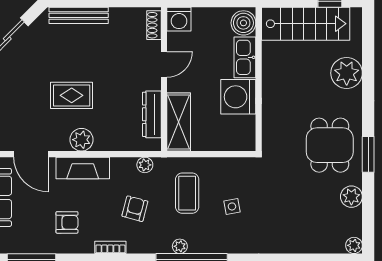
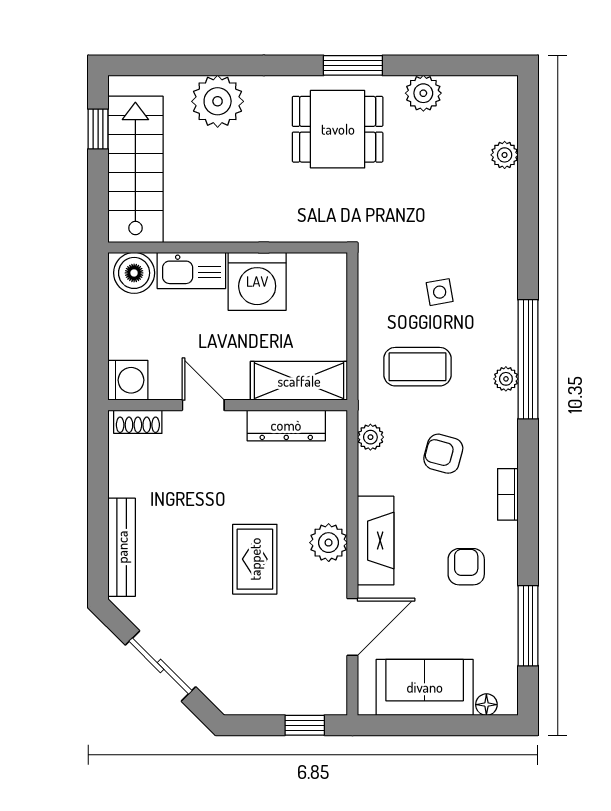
plant: (354, 245) -> (505, 155), moved

